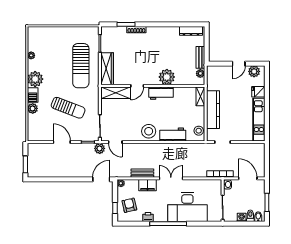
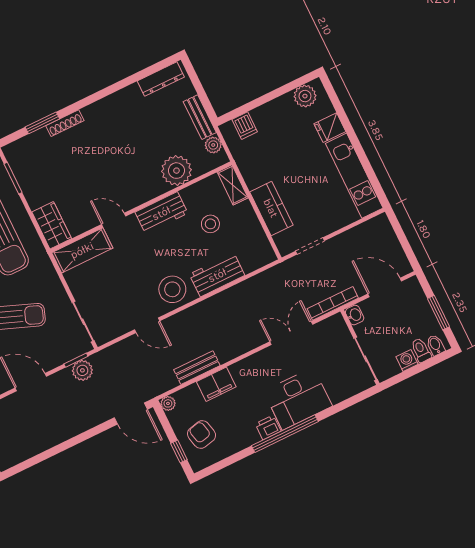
door: (239, 64) -> (272, 96), removed
wardrobe: (107, 69) -> (52, 225), width x0.67
dishwasher: (219, 72) -> (245, 126), added
plant: (167, 77) -> (176, 171), moved
door: (137, 86) -> (114, 220), swing flipped
kitchen counter: (213, 110) -> (271, 208), width x0.67
stool: (199, 131) -> (210, 224), moved
door: (115, 142) -> (147, 325), moved
plant: (100, 148) -> (82, 370), moved
double door: (171, 178) -> (291, 333), moved
door: (101, 179) -> (131, 413), swing flipped
desk: (187, 207) -> (298, 399), width x0.73, depth x0.77
printer: (148, 217) -> (268, 427), moved

